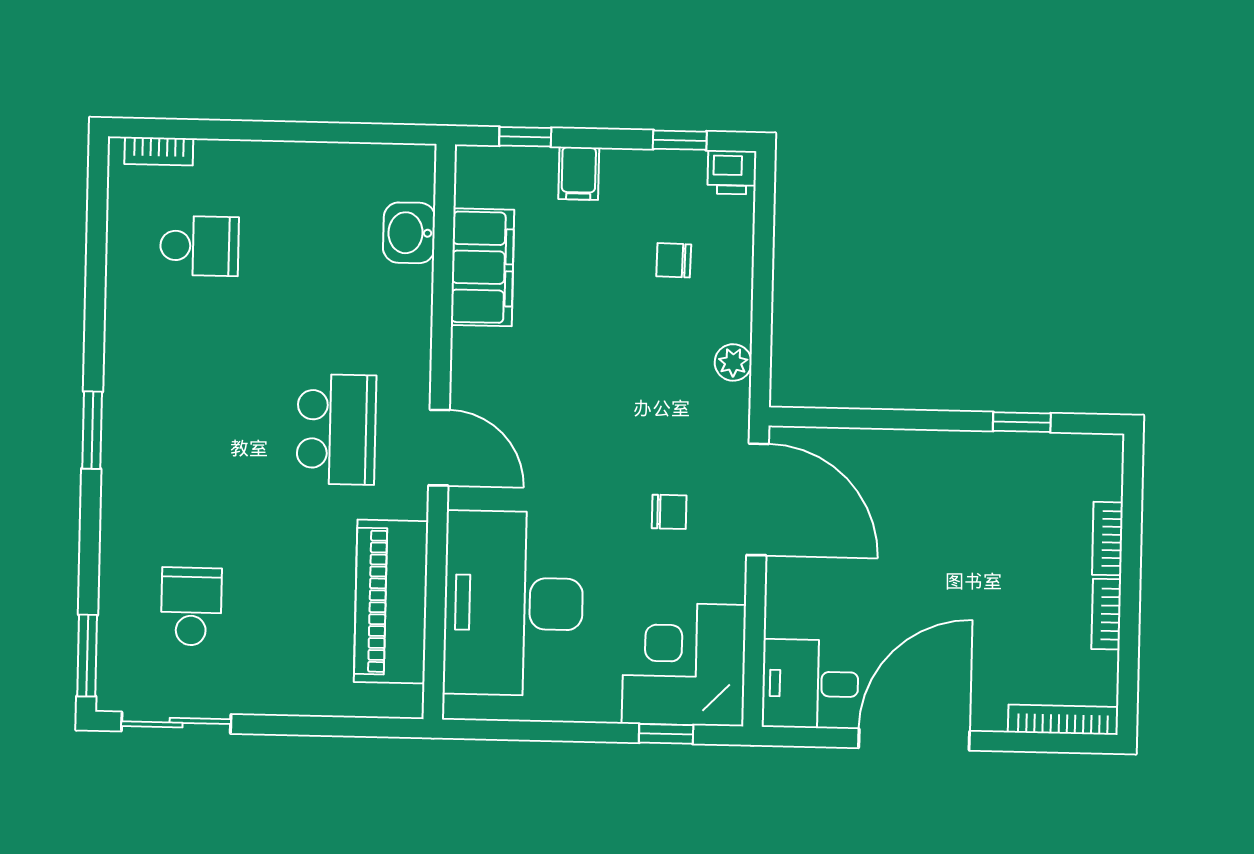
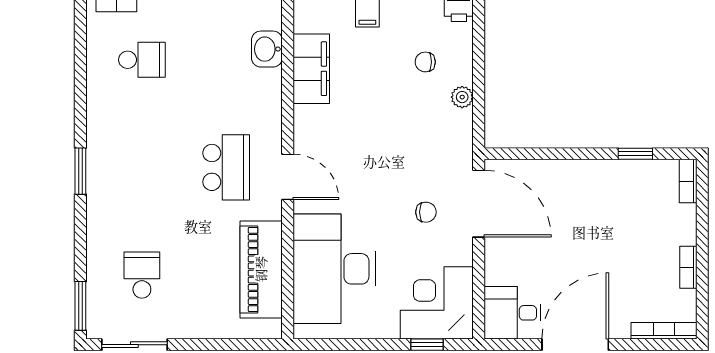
plant: (733, 362) -> (462, 97), moved
bookcase: (1108, 539) -> (688, 181), moved

